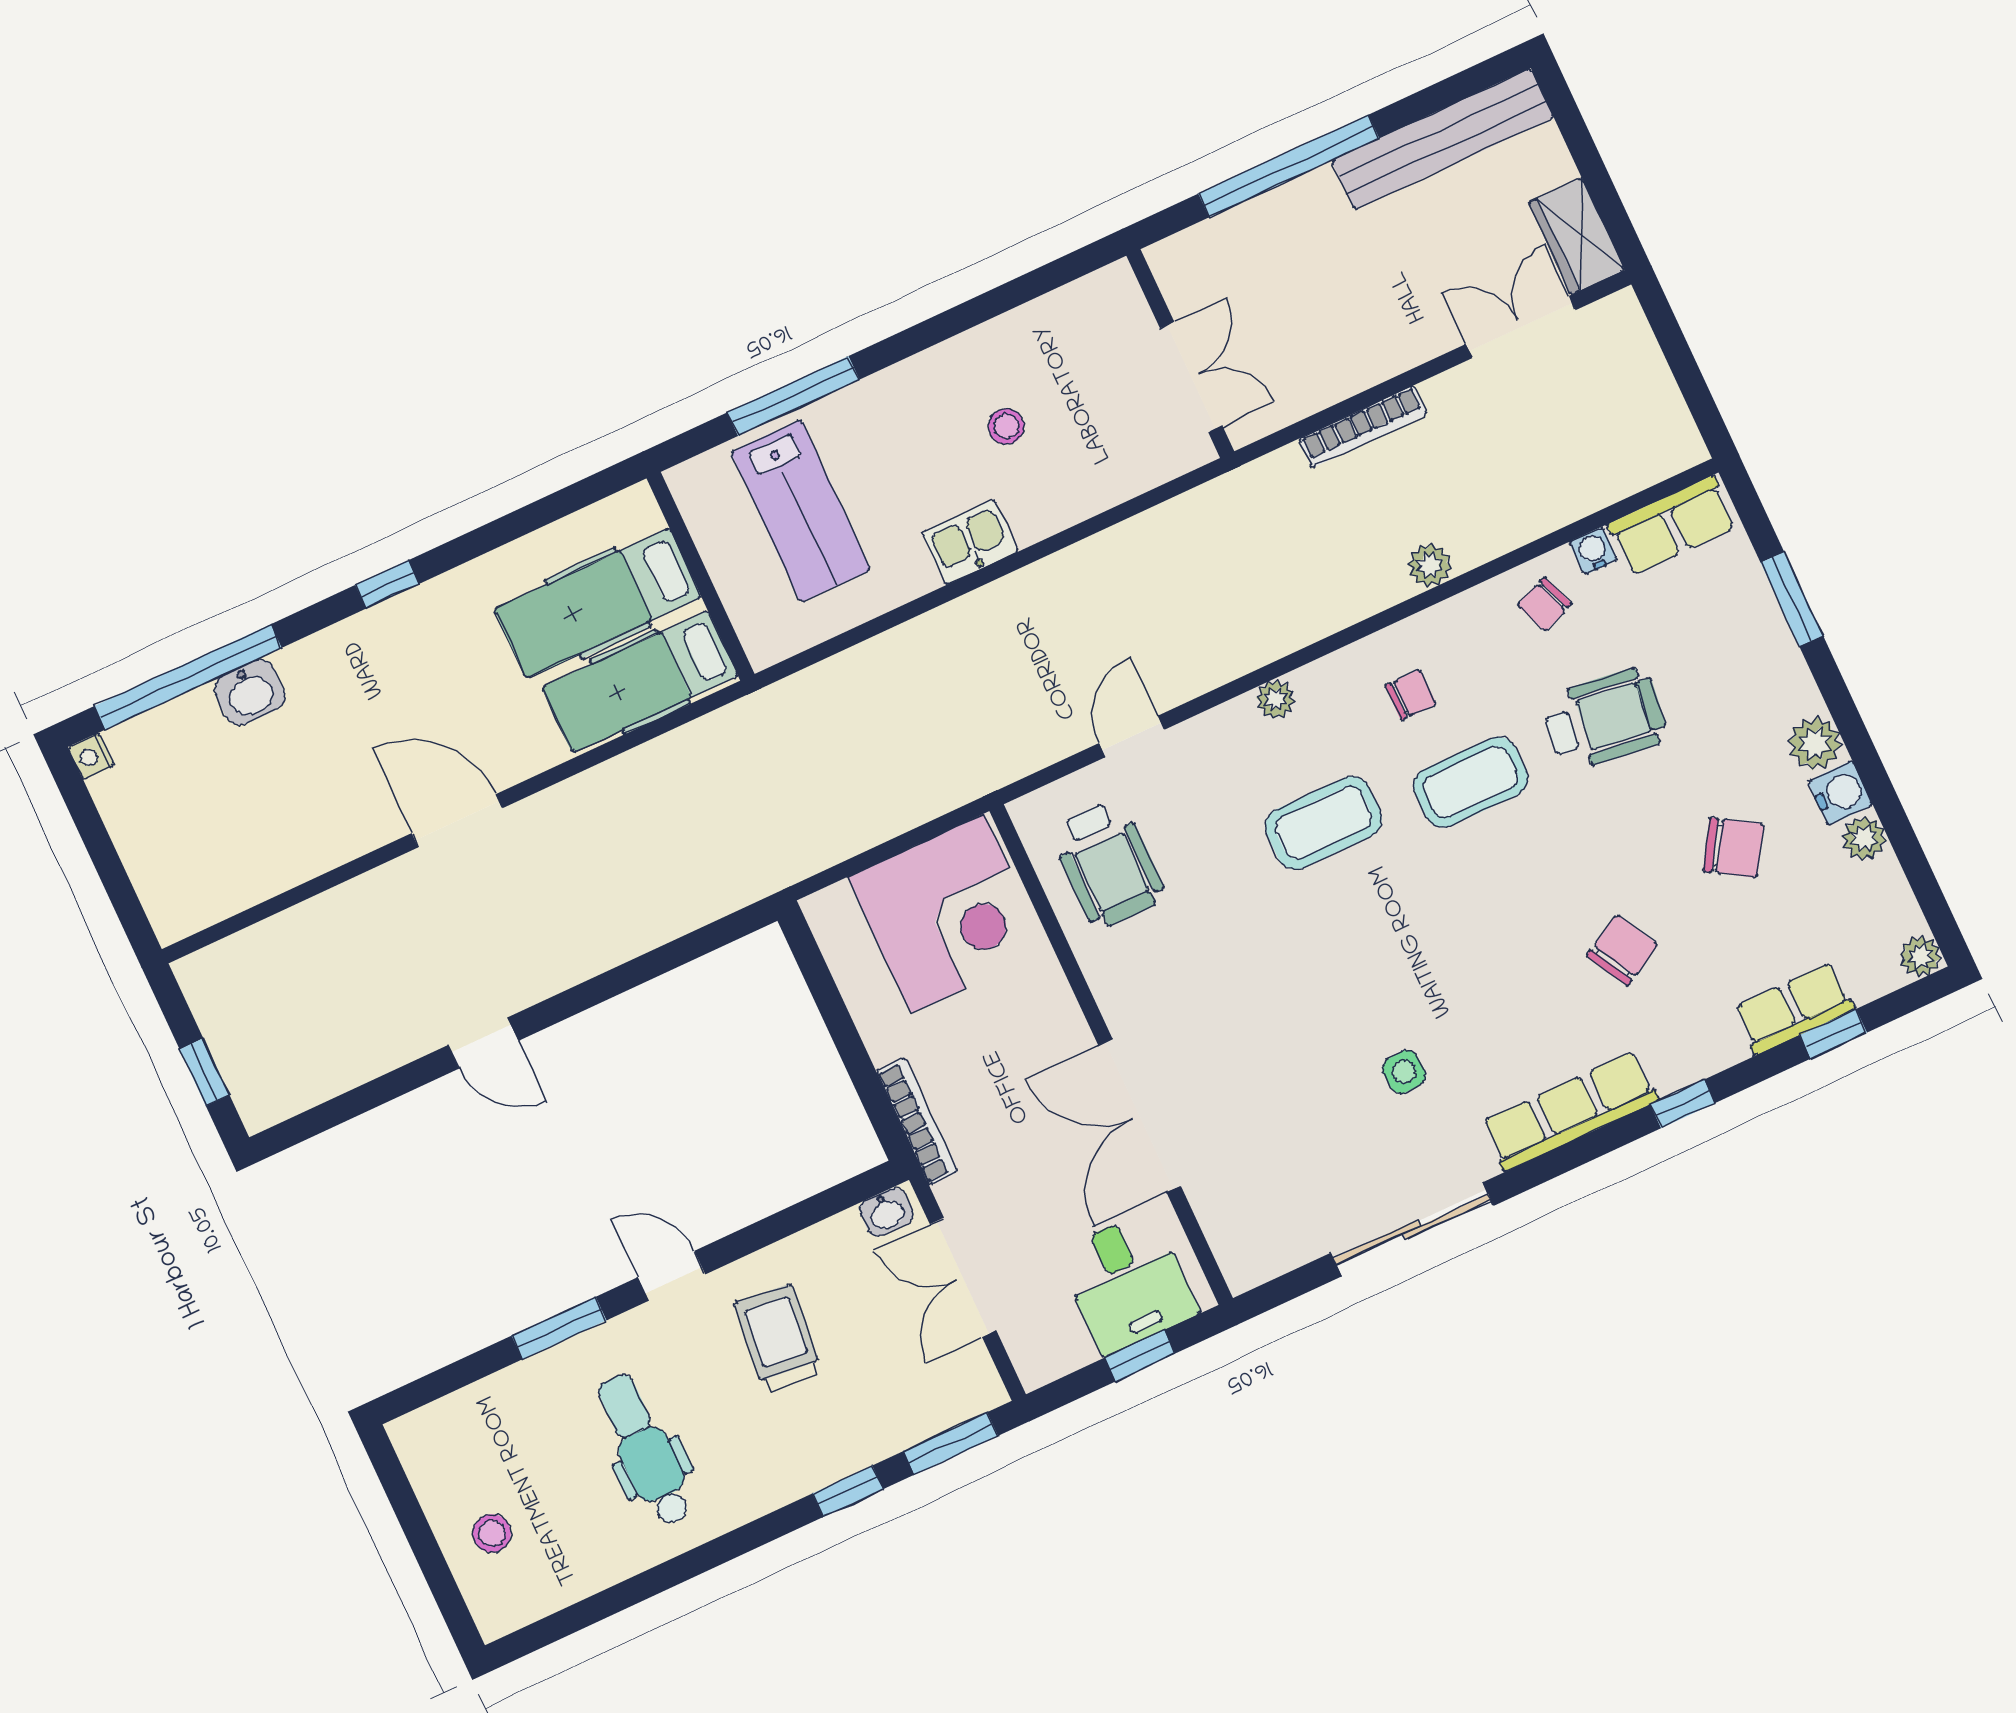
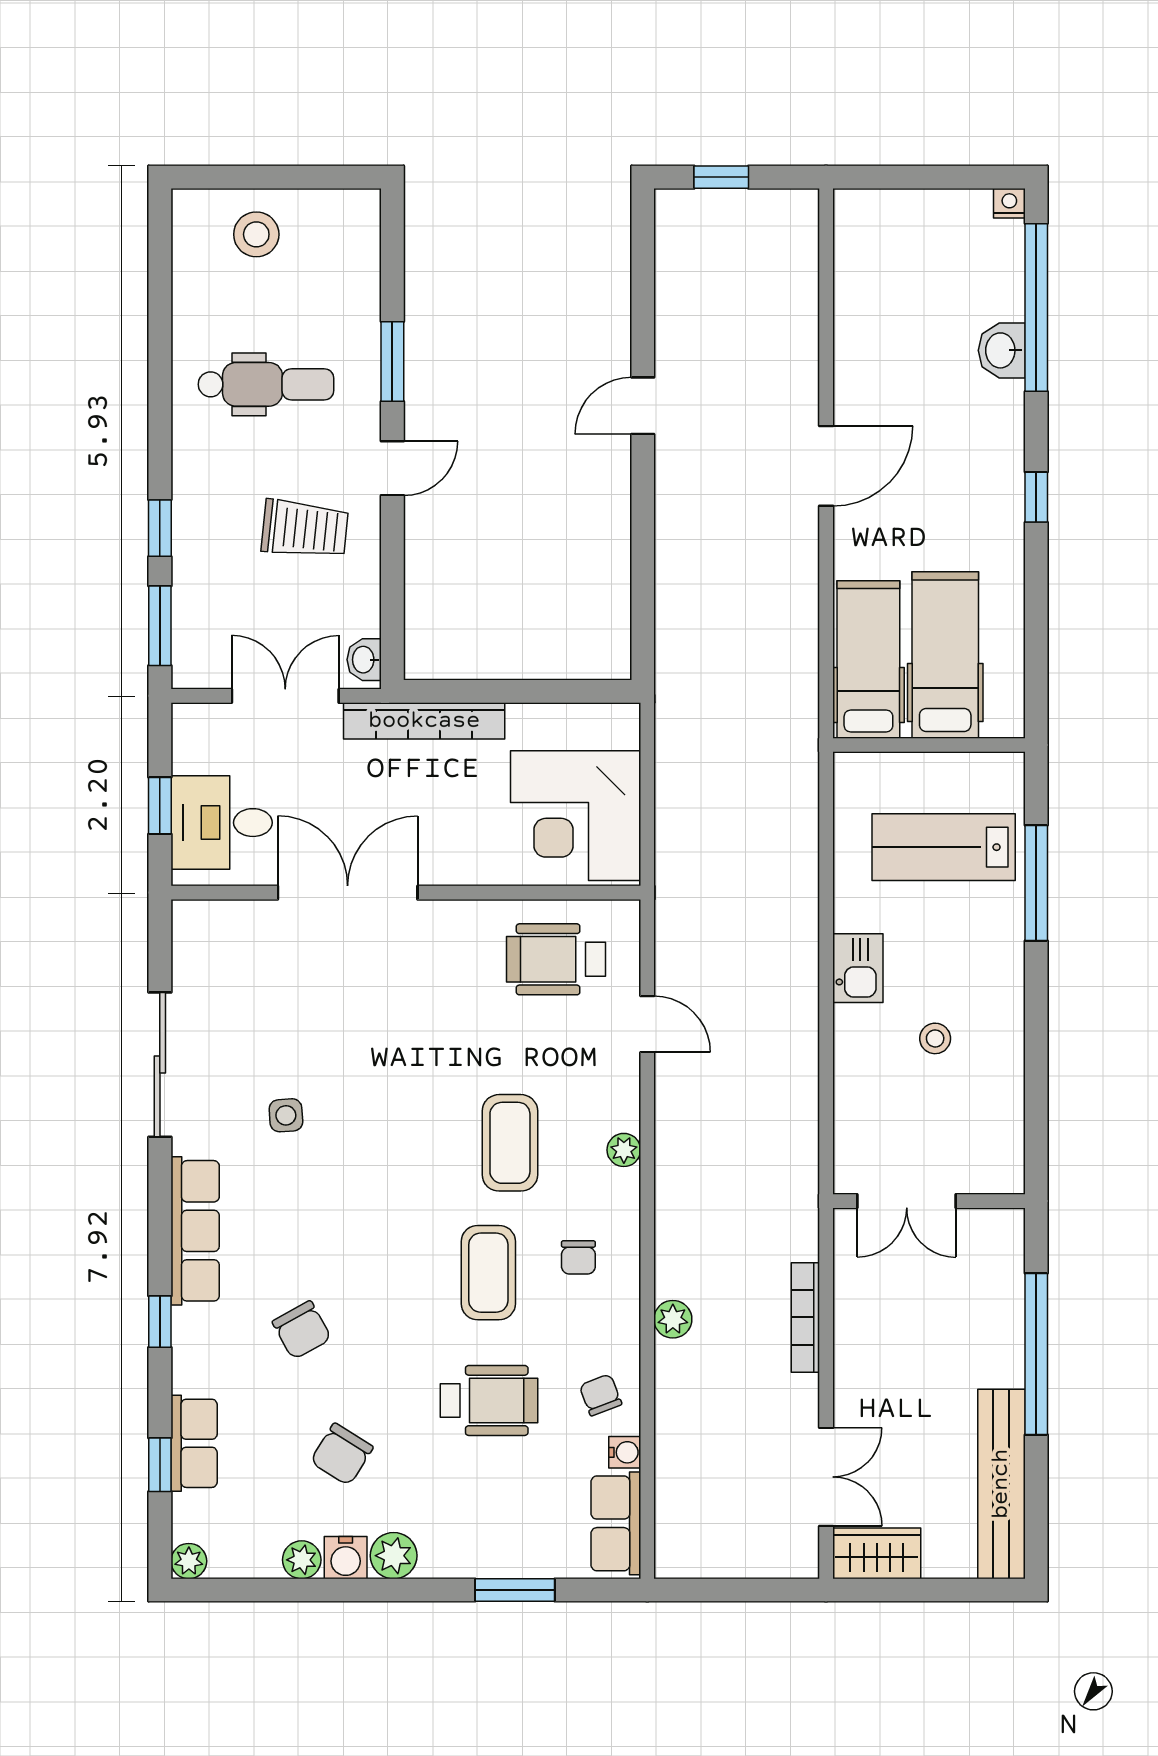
wheelchair: (1605, 719) -> (489, 1400), turned -97
bookcase: (917, 1121) -> (424, 721), width x1.48, depth x1.31
stool: (492, 1533) -> (256, 234), width x1.37, depth x1.37

